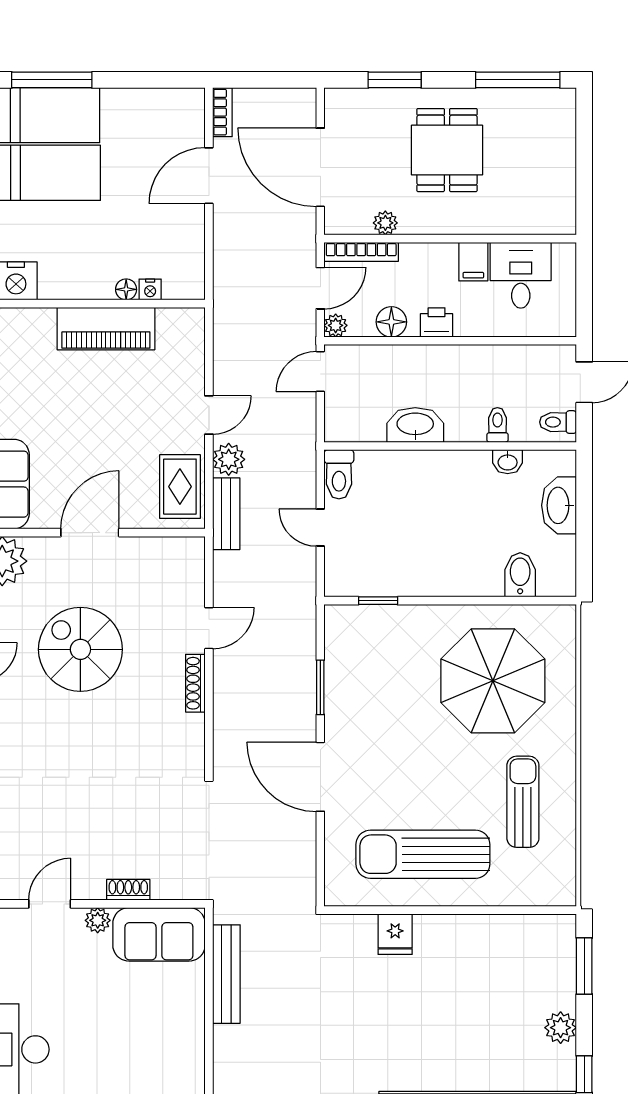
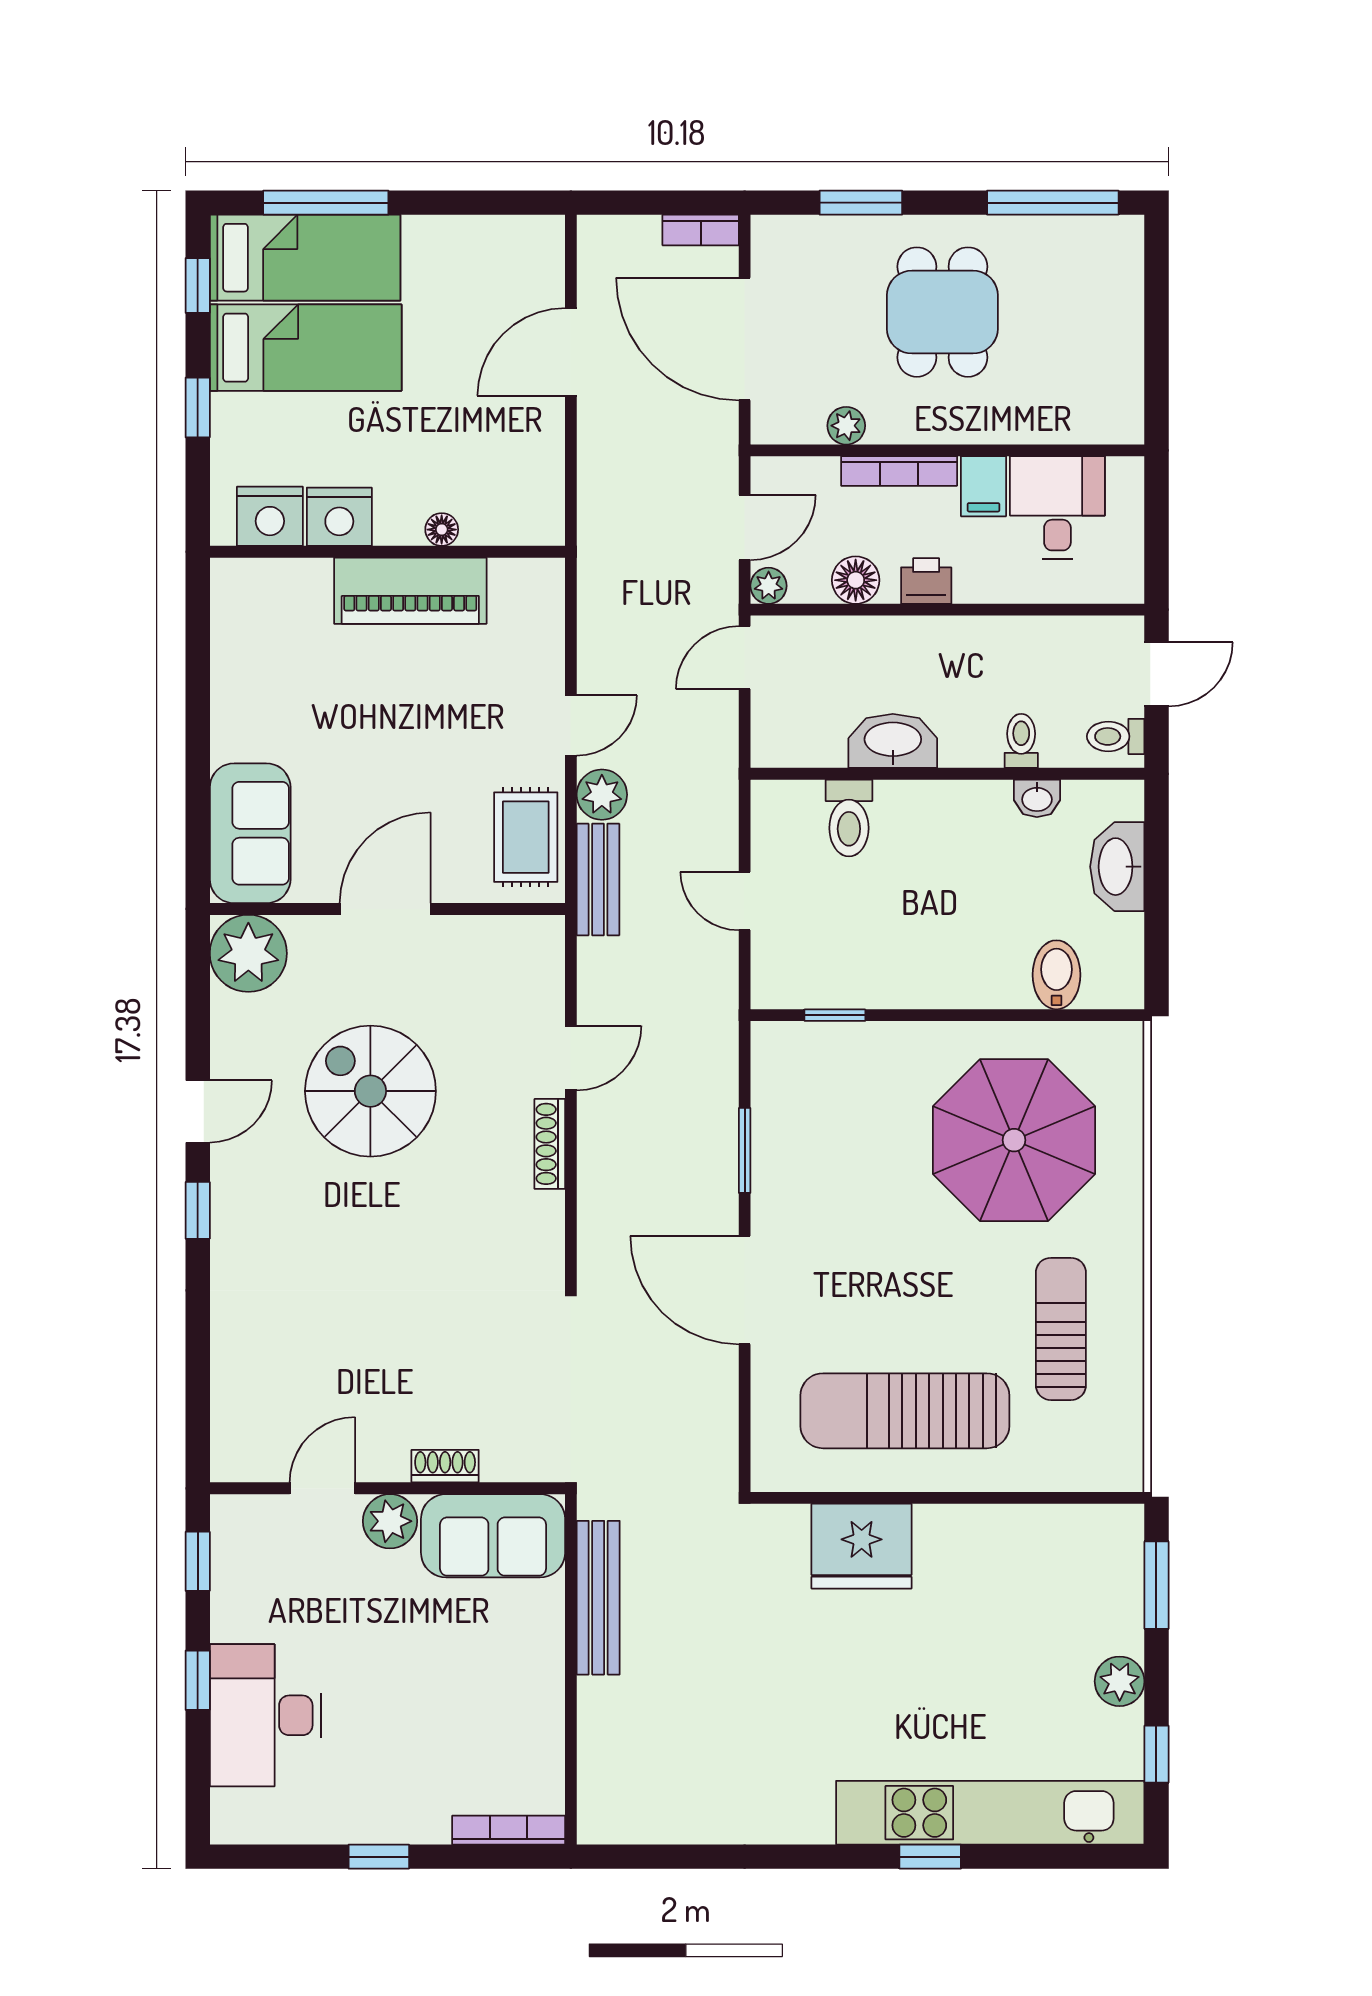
bookcase: (222, 112) -> (701, 230), moved, turned 90
bookcase: (361, 252) -> (899, 471), moved
nightstand: (150, 290) -> (339, 517), moved, width x1.89, depth x1.79
toilet: (339, 474) -> (849, 818), moved
plant: (98, 920) -> (390, 1521), width x1.38, depth x1.38
fridge: (395, 934) -> (862, 1546), width x1.88, depth x1.34

